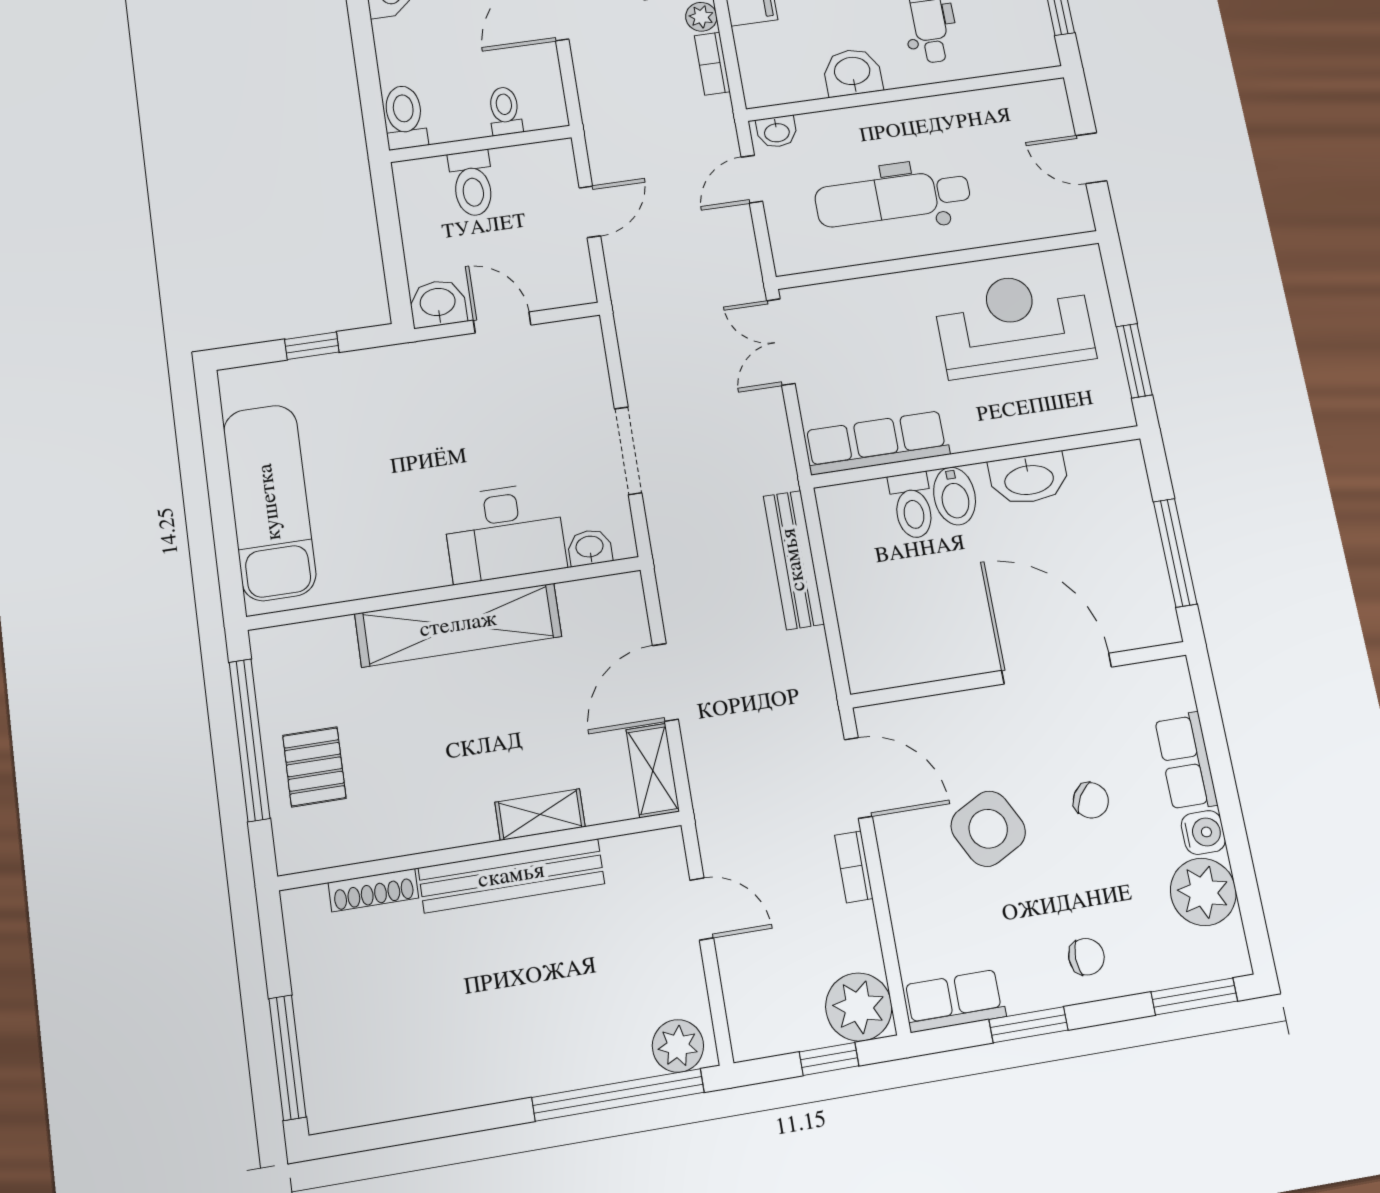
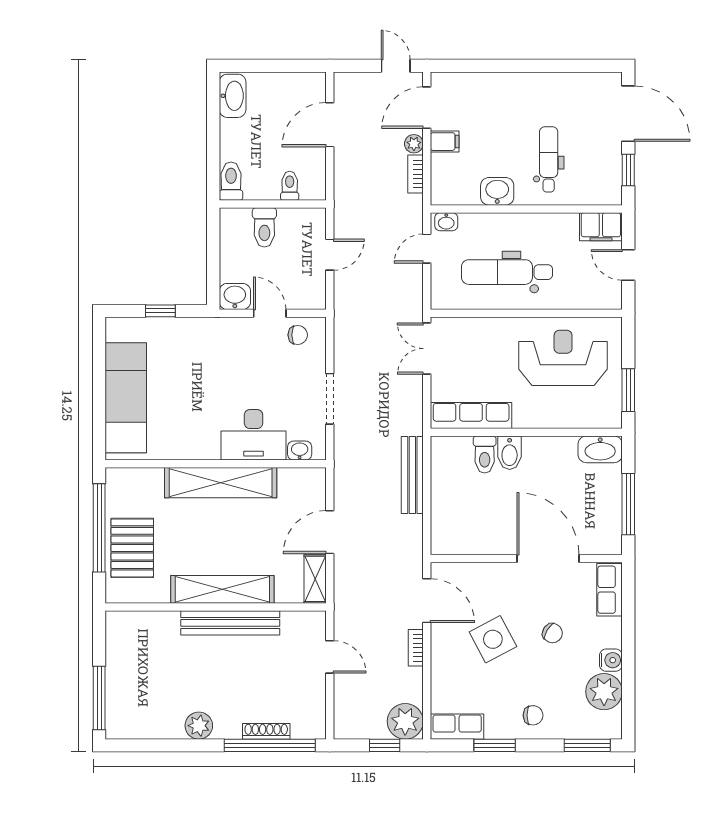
filing cabinet: (1034, 104) -> (601, 227), added
chair: (556, 352) -> (298, 335), added
washbasin: (1029, 479) -> (600, 449), moved
row of seats: (1186, 762) -> (610, 590), moved
pallet: (314, 767) -> (132, 548), width x1.50, depth x1.42
shelving: (540, 815) -> (222, 589), width x2.20, depth x1.33
shoe rack: (373, 890) -> (266, 731), moved, turned 180
plant: (678, 1046) -> (199, 726), moved

